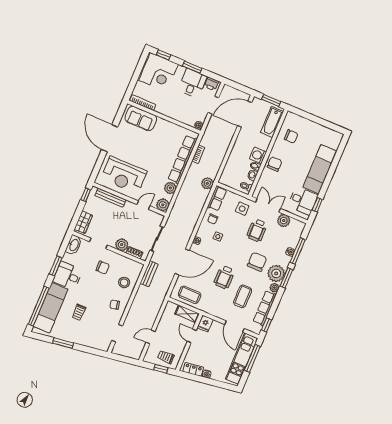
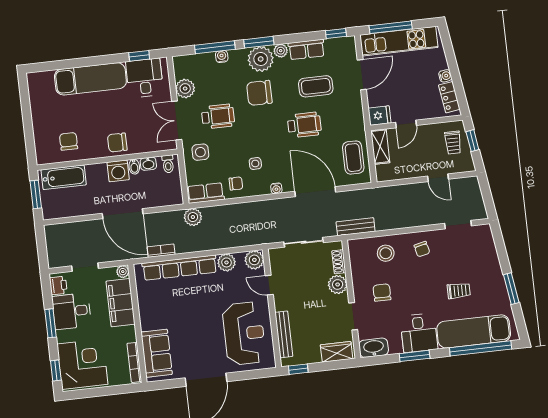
filing cabinet: (181, 114) -> (121, 303), added
door: (245, 114) -> (123, 214), moved
row of seats: (265, 308) -> (306, 49), width x0.68

